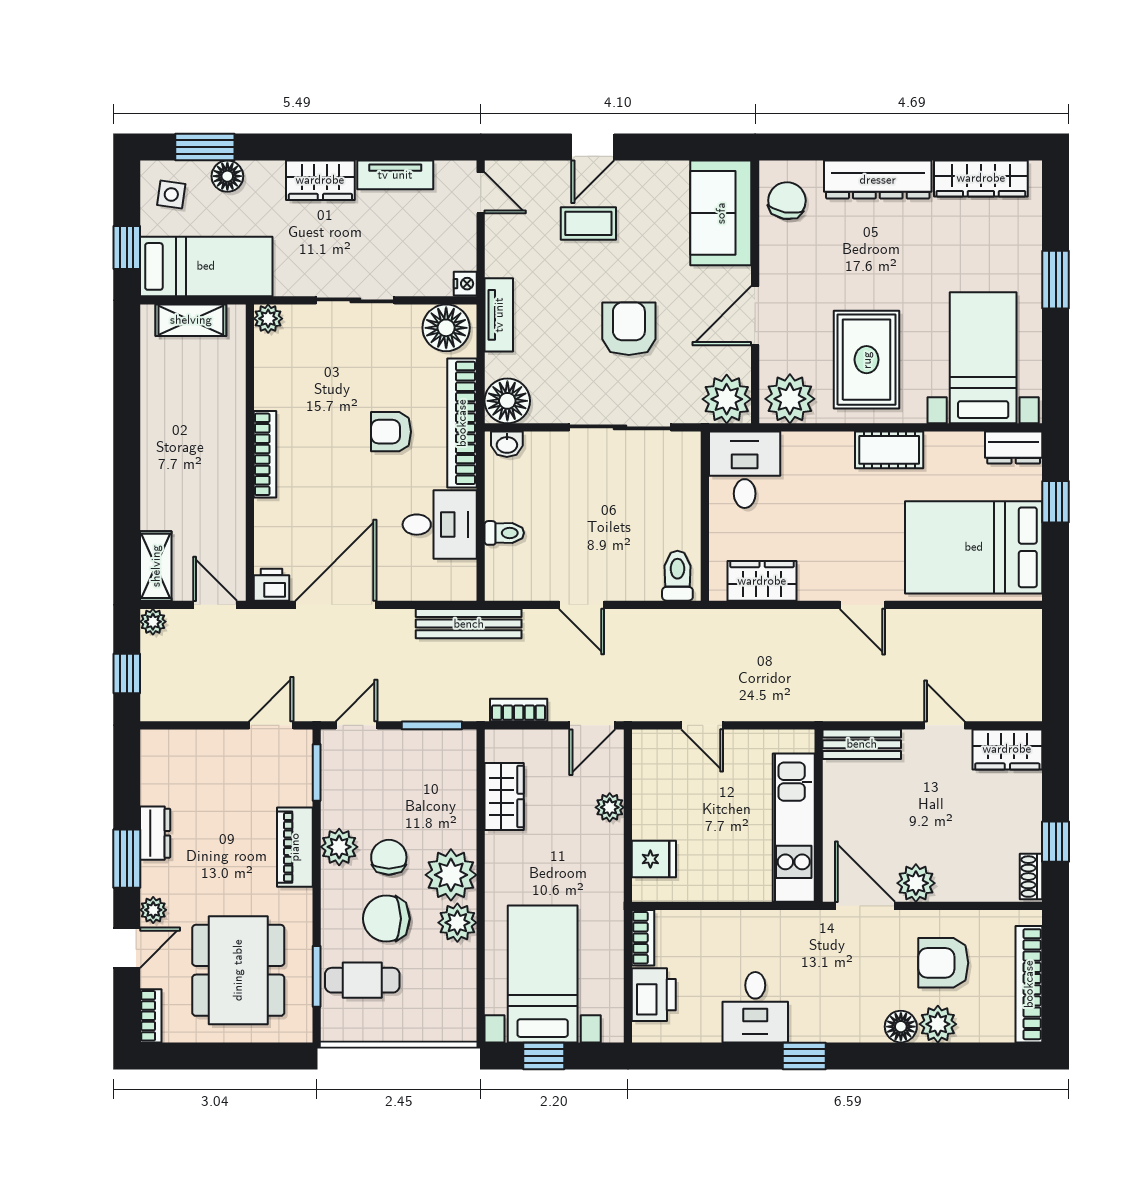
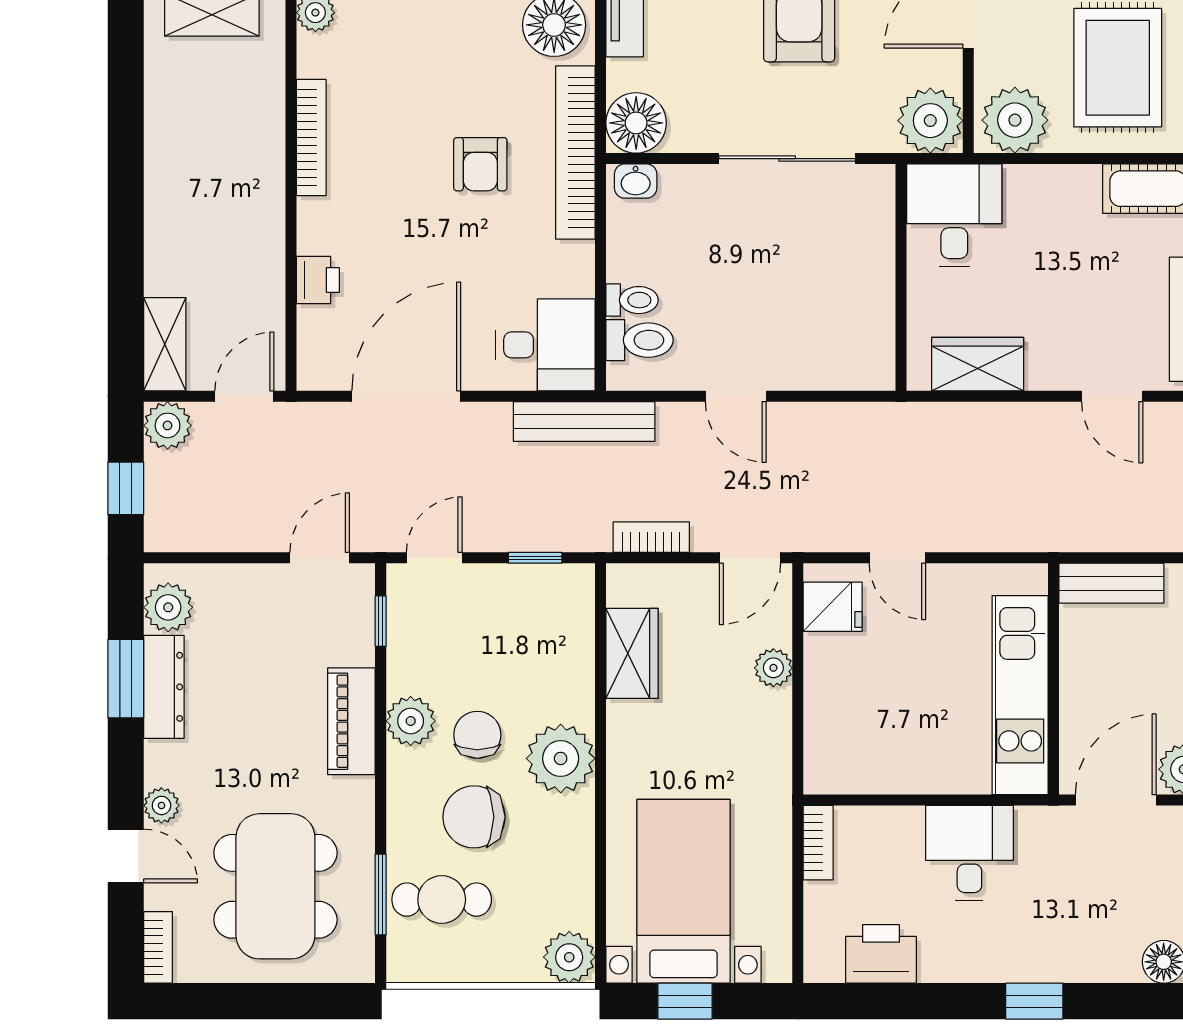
armchair: (391, 432) -> (480, 164), turned -90
bookcase: (265, 454) -> (311, 138), moved
desk: (440, 525) -> (545, 345), moved
toilet: (677, 576) -> (639, 340), moved, turned 90
printer: (271, 585) -> (318, 280), moved, turned 90
door: (215, 605) -> (244, 396), hinge flipped
plant: (153, 622) -> (168, 425), width x1.38, depth x1.38
window: (432, 725) -> (535, 558), width x0.67
plant: (158, 762) -> (168, 607), added
window: (317, 772) -> (381, 621), width x0.67
dresser: (155, 833) -> (164, 687), width x1.44
window: (127, 859) -> (126, 679), moved
fridge: (654, 859) -> (833, 607), moved
door: (865, 906) -> (1116, 800), hinge flipped
plant: (457, 923) -> (569, 957), moved
door: (127, 948) -> (126, 856), hinge flipped
printer: (654, 995) -> (881, 954), moved, turned -90
desk: (755, 1007) -> (969, 853), moved, turned 180

